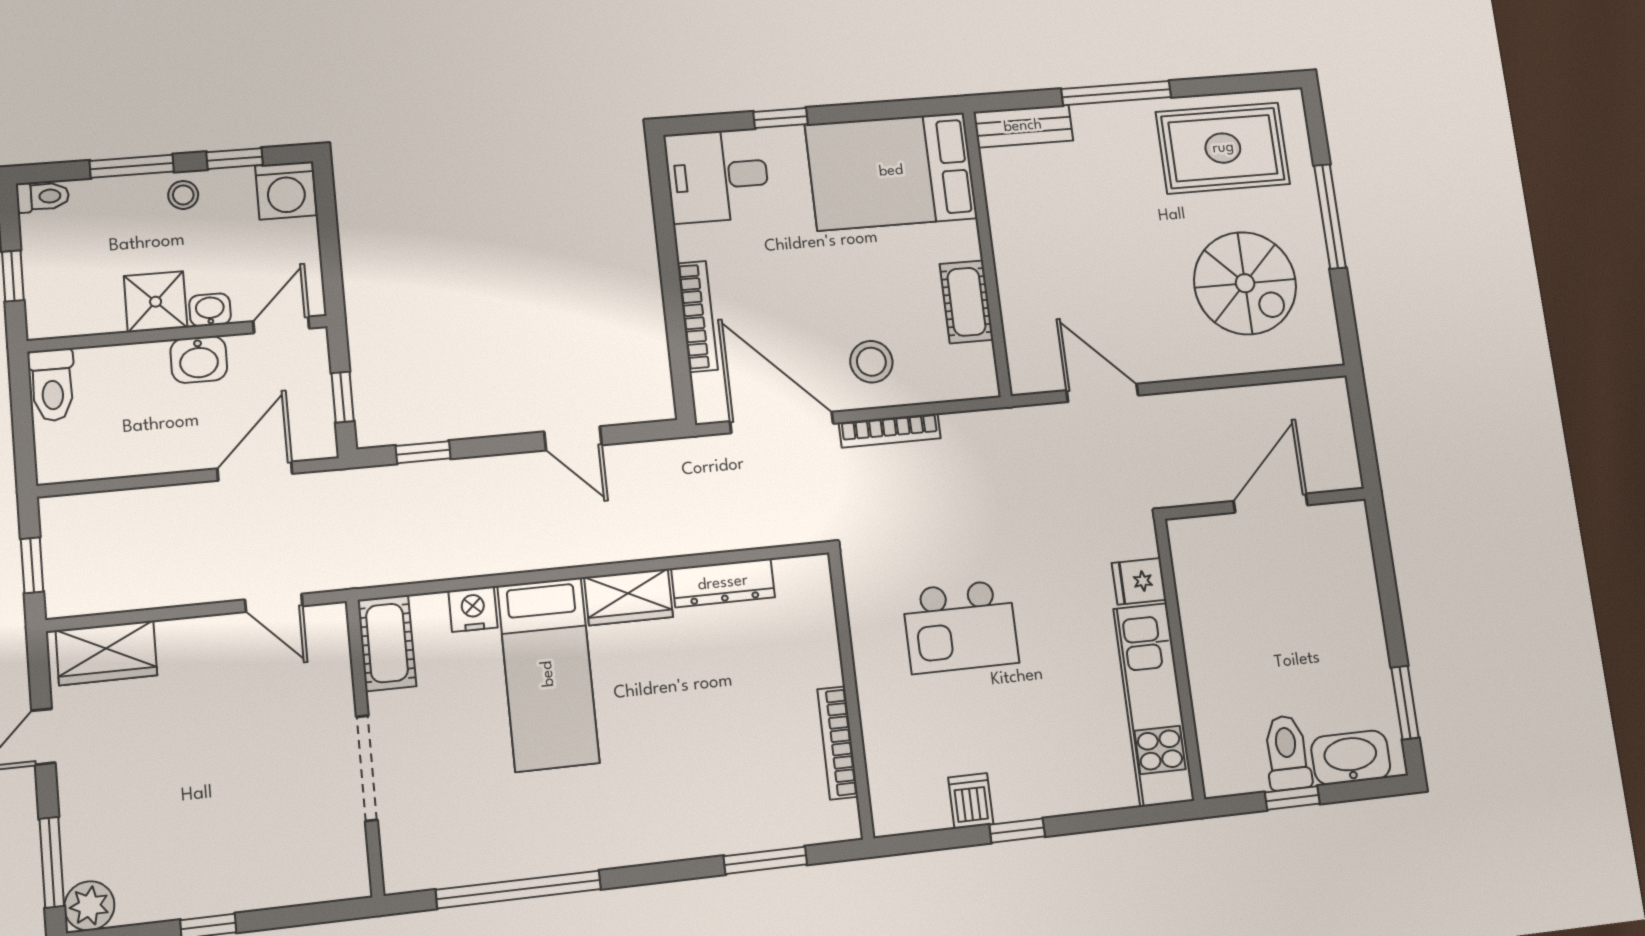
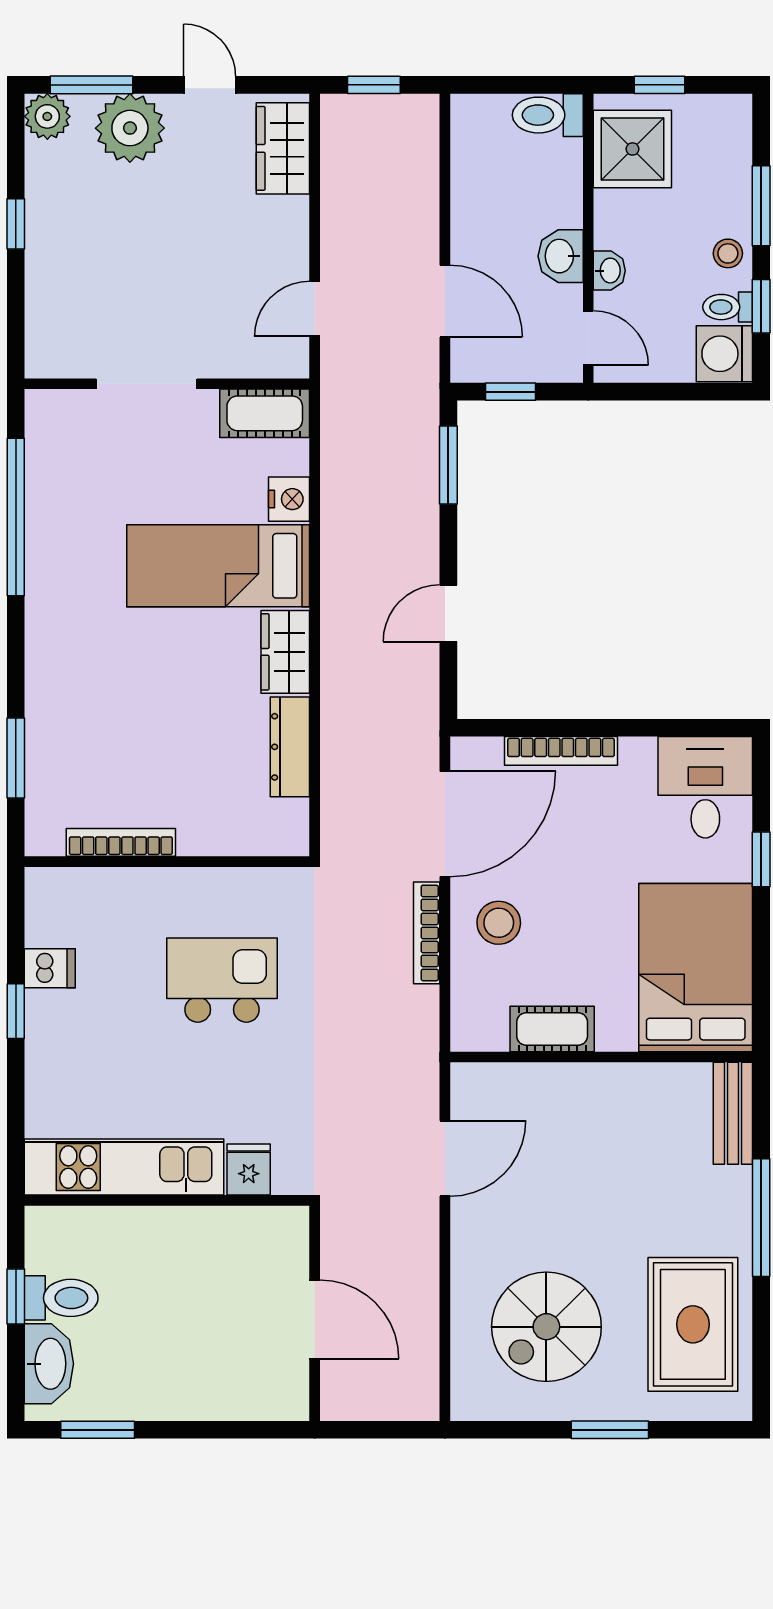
toilet: (43, 197) -> (728, 307), moved, turned 90
window: (1330, 216) -> (610, 1430), width x0.69
shower: (156, 302) -> (632, 149), moved, width x1.36, depth x1.36
window: (423, 452) -> (448, 465), width x1.50
kitchen island: (960, 627) -> (222, 980), turned 90
plant: (96, 816) -> (130, 128), added

